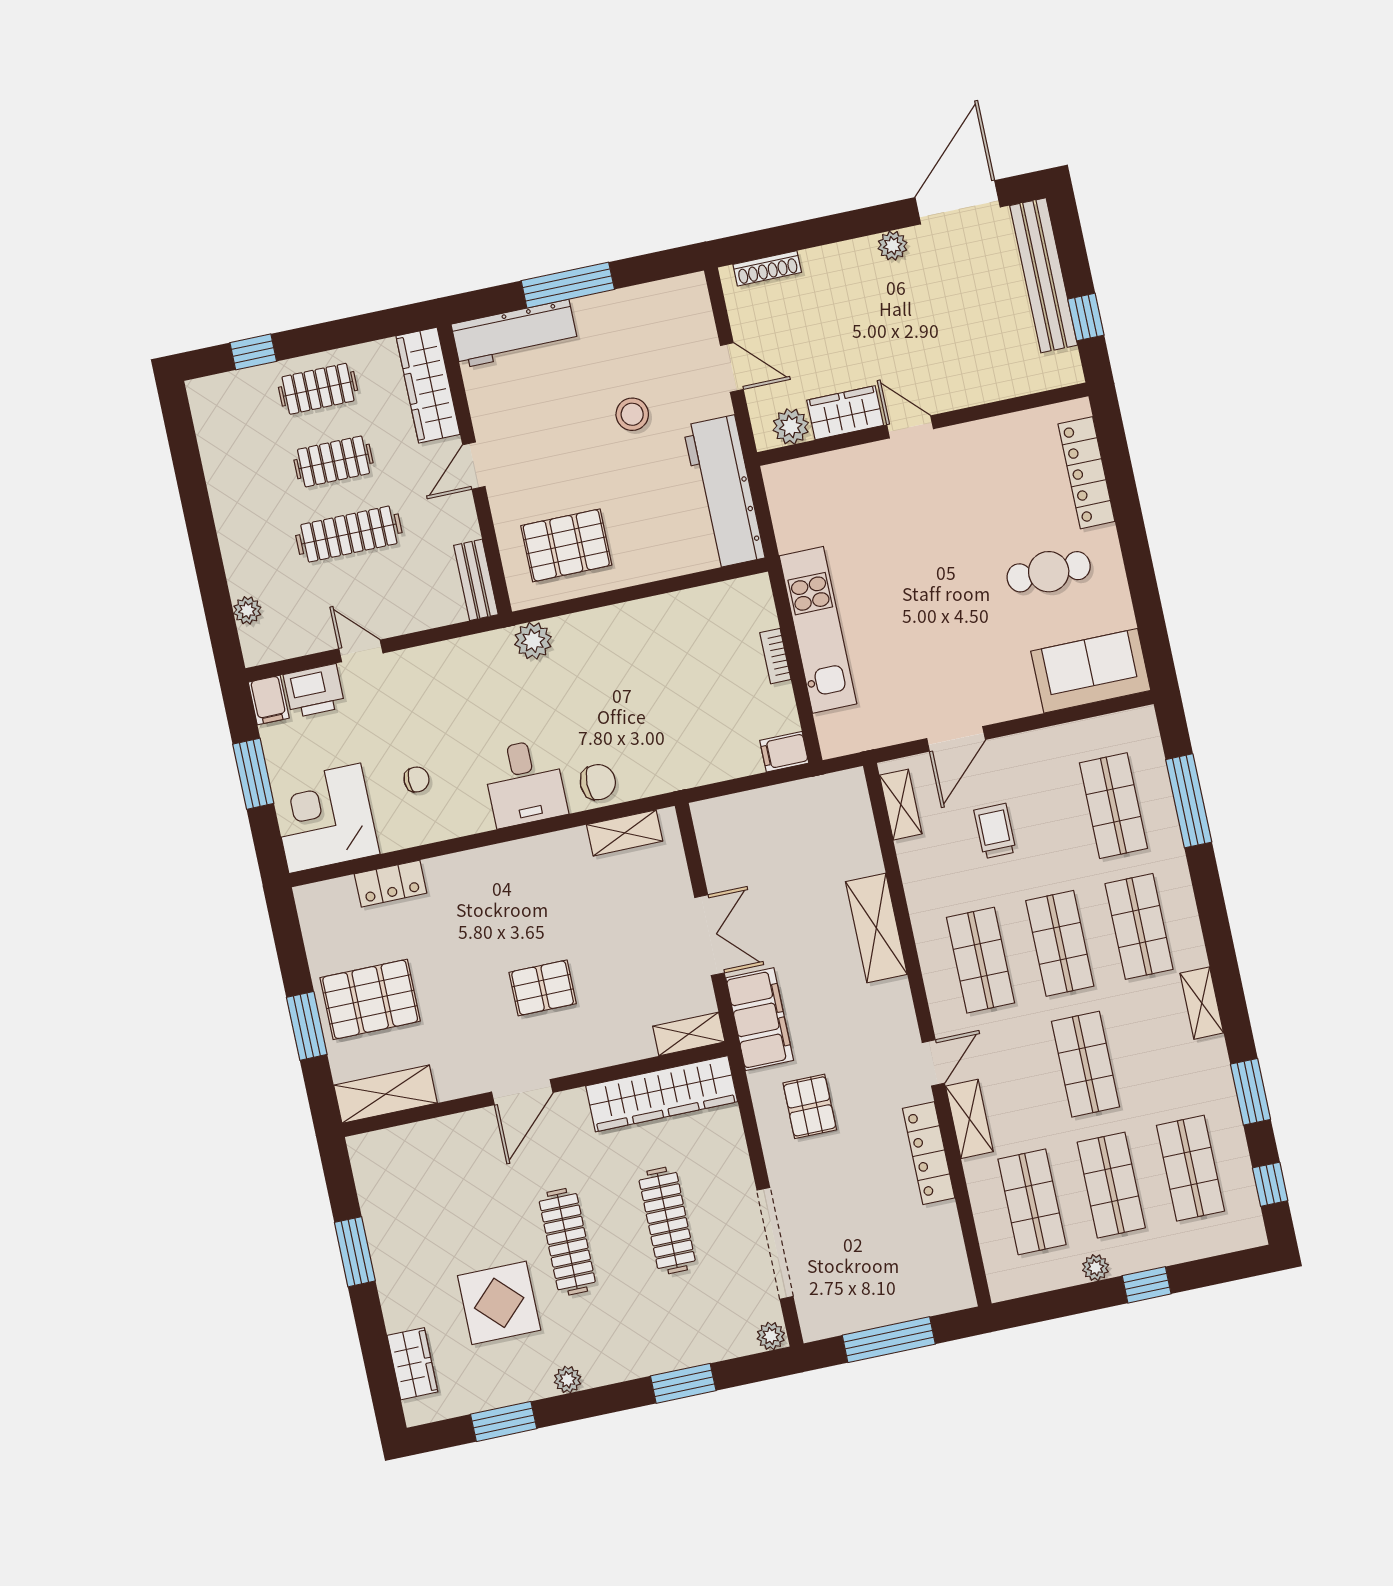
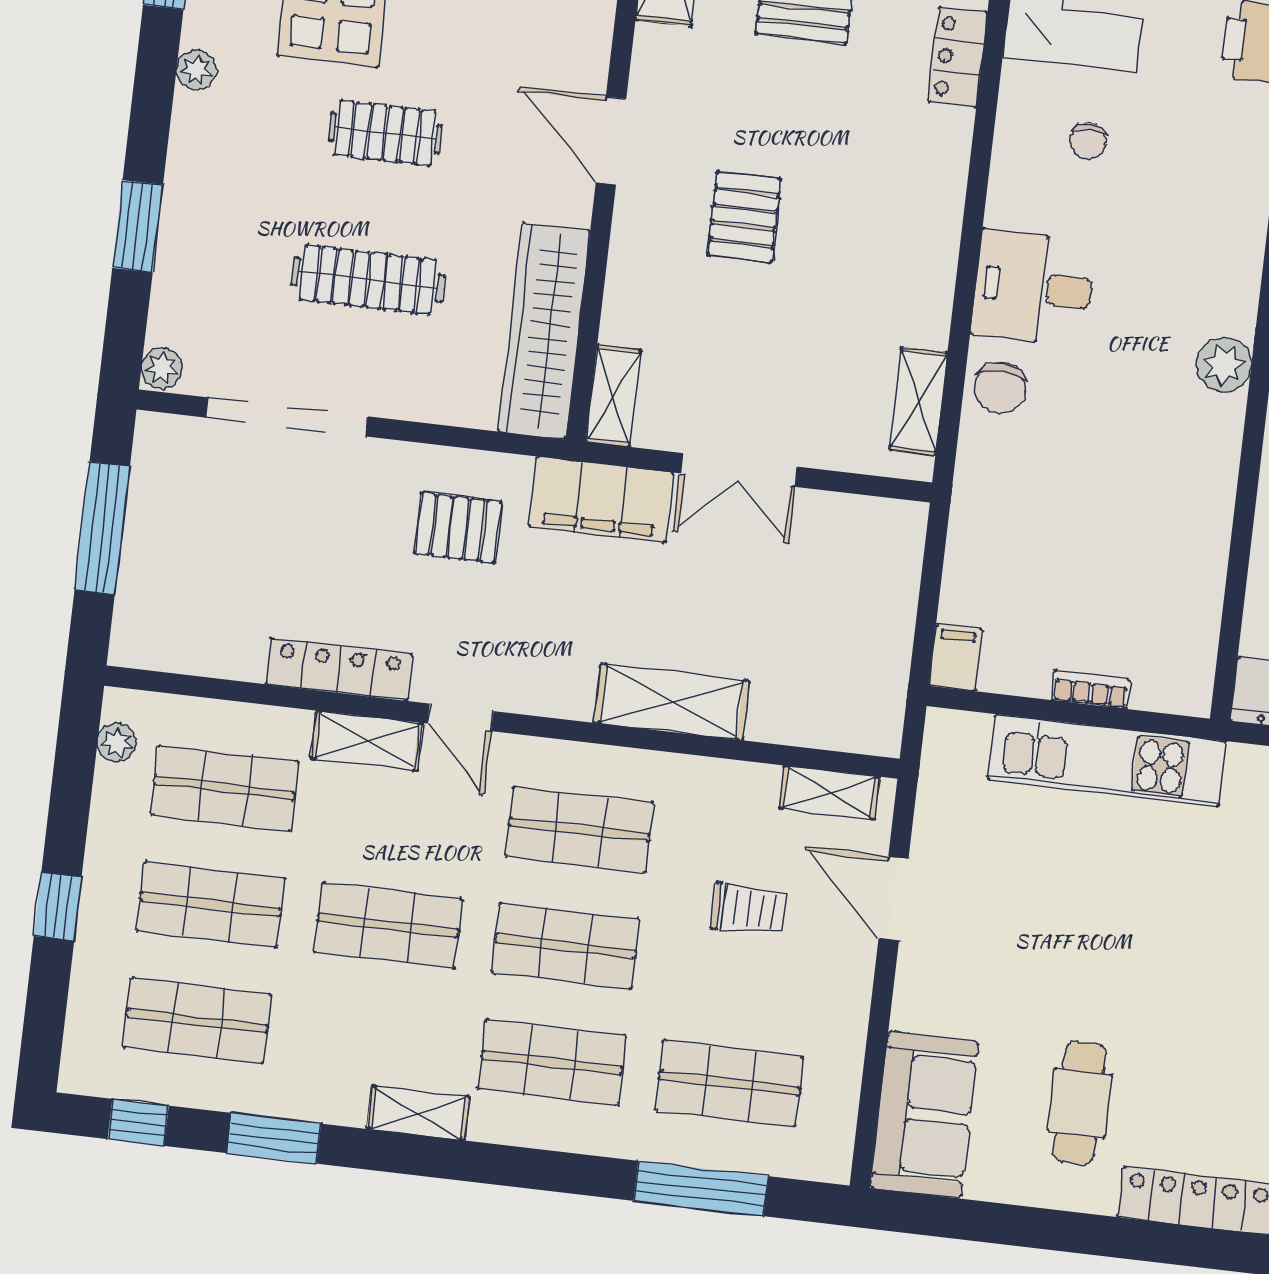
clothes rail: (567, 1242) -> (385, 133), width x0.73
plant: (1096, 1268) -> (117, 742), moved

